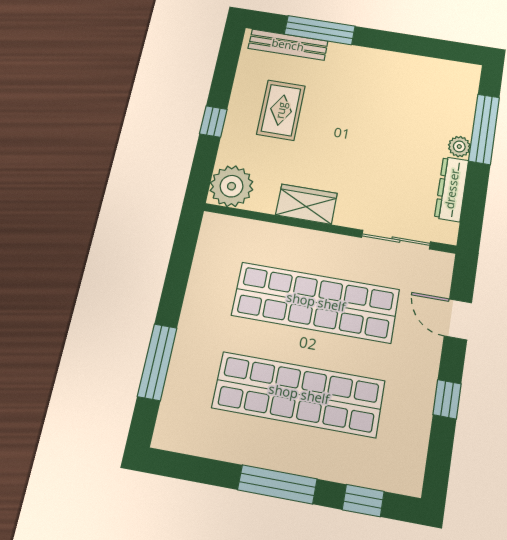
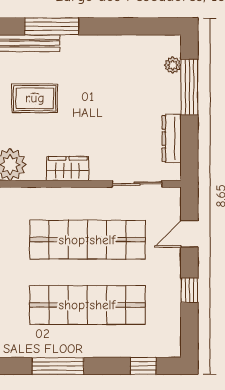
rug: (281, 110) -> (35, 98), turned 90
plant: (459, 147) -> (173, 65), moved
door: (458, 319) -> (189, 234), hinge flipped
window: (277, 484) -> (58, 366), moved

